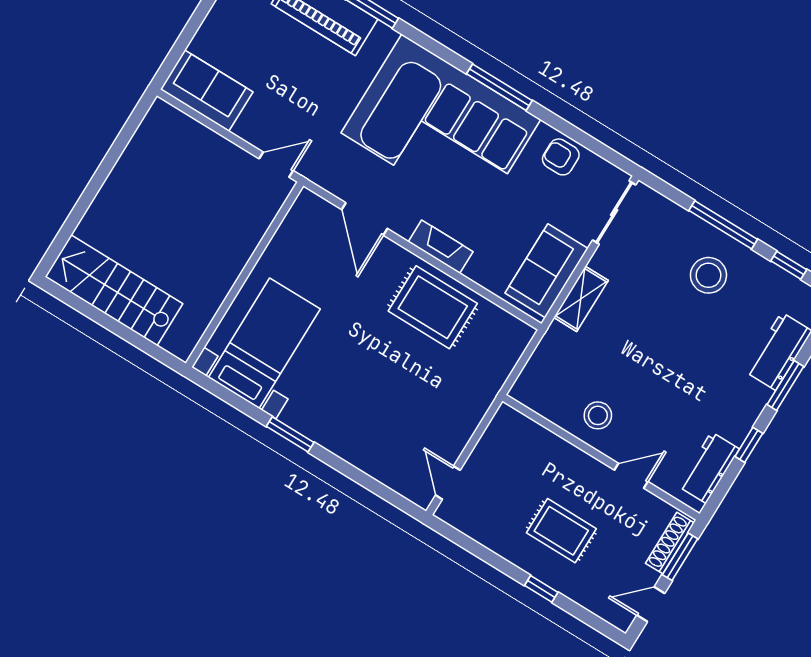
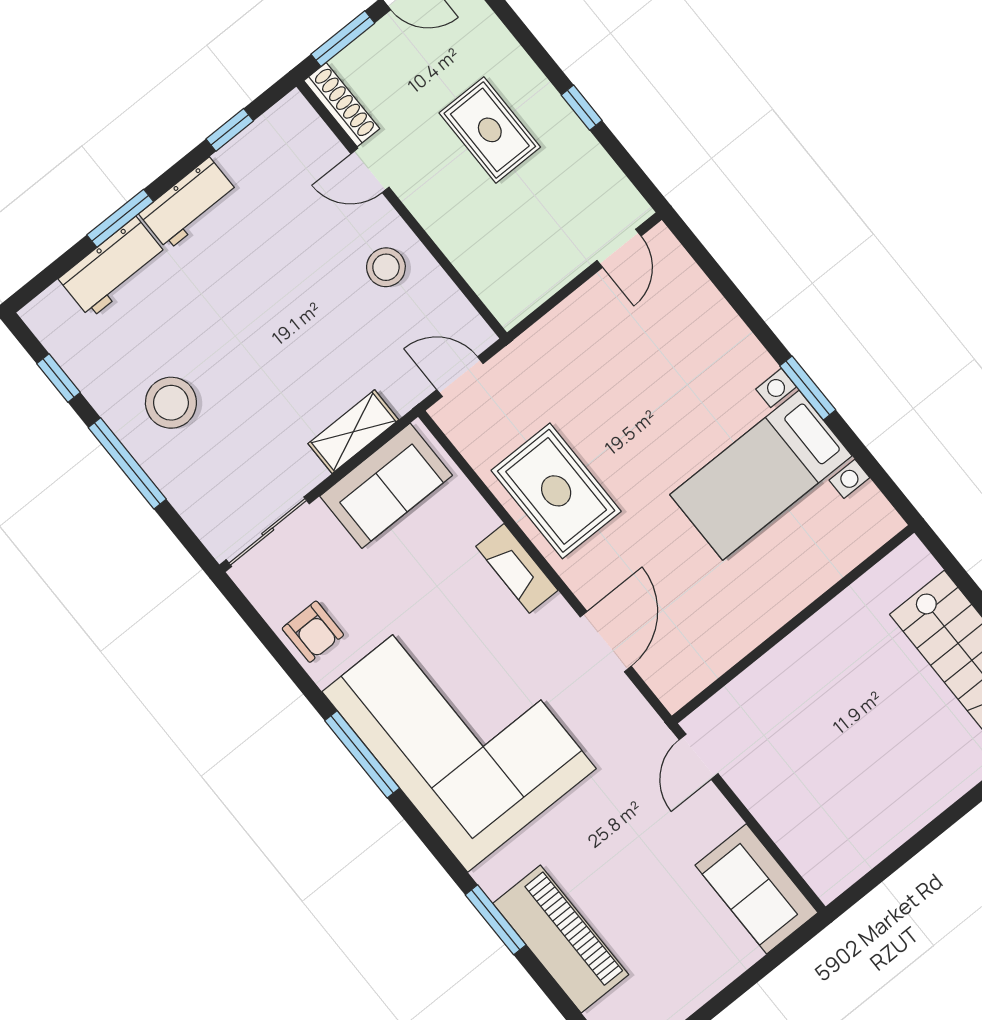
door: (276, 165) -> (699, 757), hinge flipped
bed with nightstands: (264, 343) -> (761, 475), moved
door: (523, 360) -> (460, 377), added
window: (749, 445) -> (230, 130), moved
workbench: (709, 468) -> (189, 204), moved
shoe rack: (670, 543) -> (342, 105), moved, turned -90
window: (541, 589) -> (582, 108), moved

